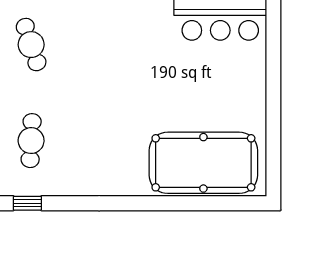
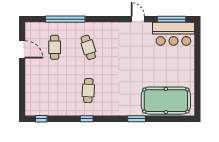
window: (139, 203) -> (137, 119), added

